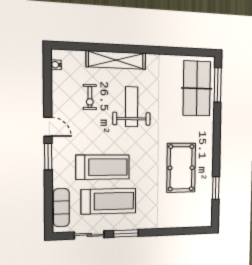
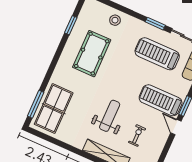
weight bench: (132, 107) -> (110, 116), turned 180
treadmill: (103, 167) -> (161, 100), moved
stool: (172, 216) -> (115, 20), added

